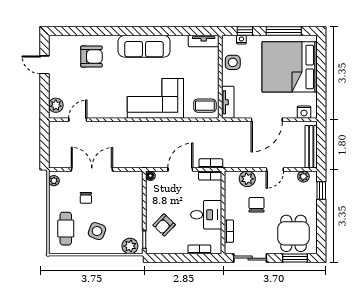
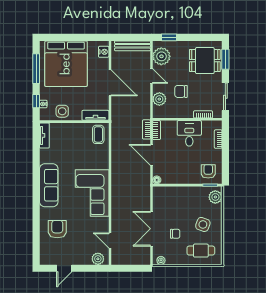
corner sofa: (155, 98) -> (92, 193), moved
plant: (303, 176) -> (161, 56), width x1.88, depth x1.88
armchair: (164, 225) -> (208, 171), moved, turned -134

